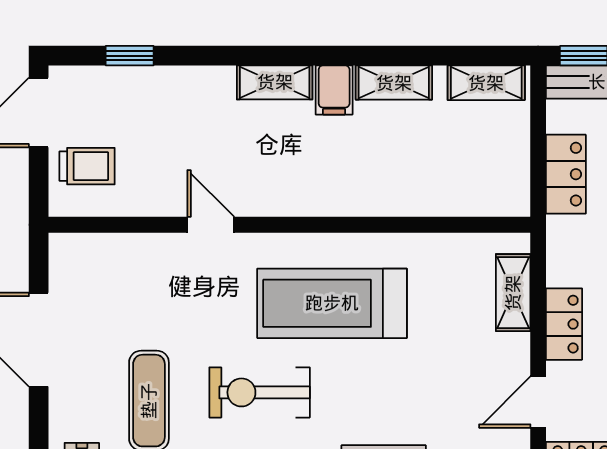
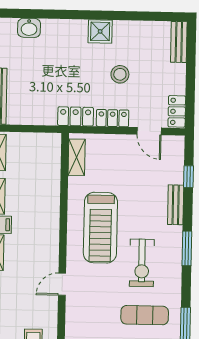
locker: (566, 174) -> (76, 116), moved
shelving: (513, 293) -> (77, 157), moved, turned 90

